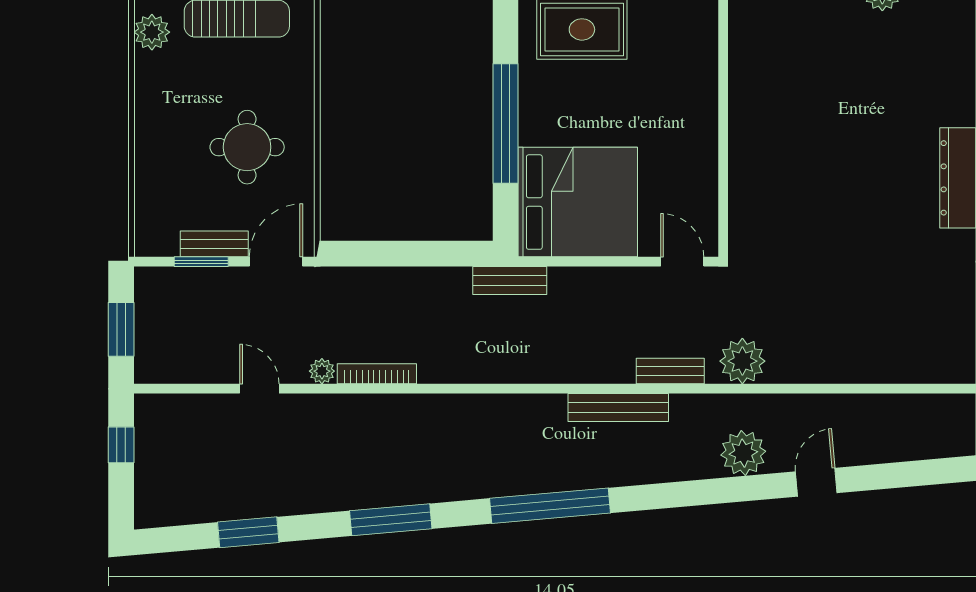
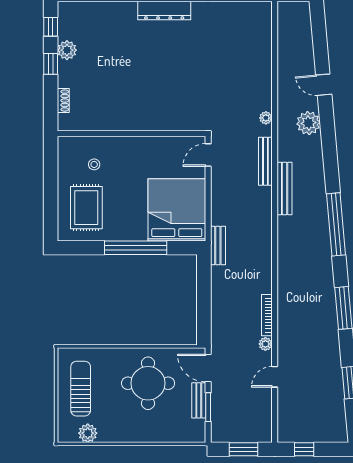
stool: (664, 44) -> (94, 164), added
round table: (247, 147) -> (148, 383), width x1.36, depth x1.36
plant: (742, 361) -> (266, 118), width x0.53, depth x0.53
bench: (670, 371) -> (265, 161), width x1.36

